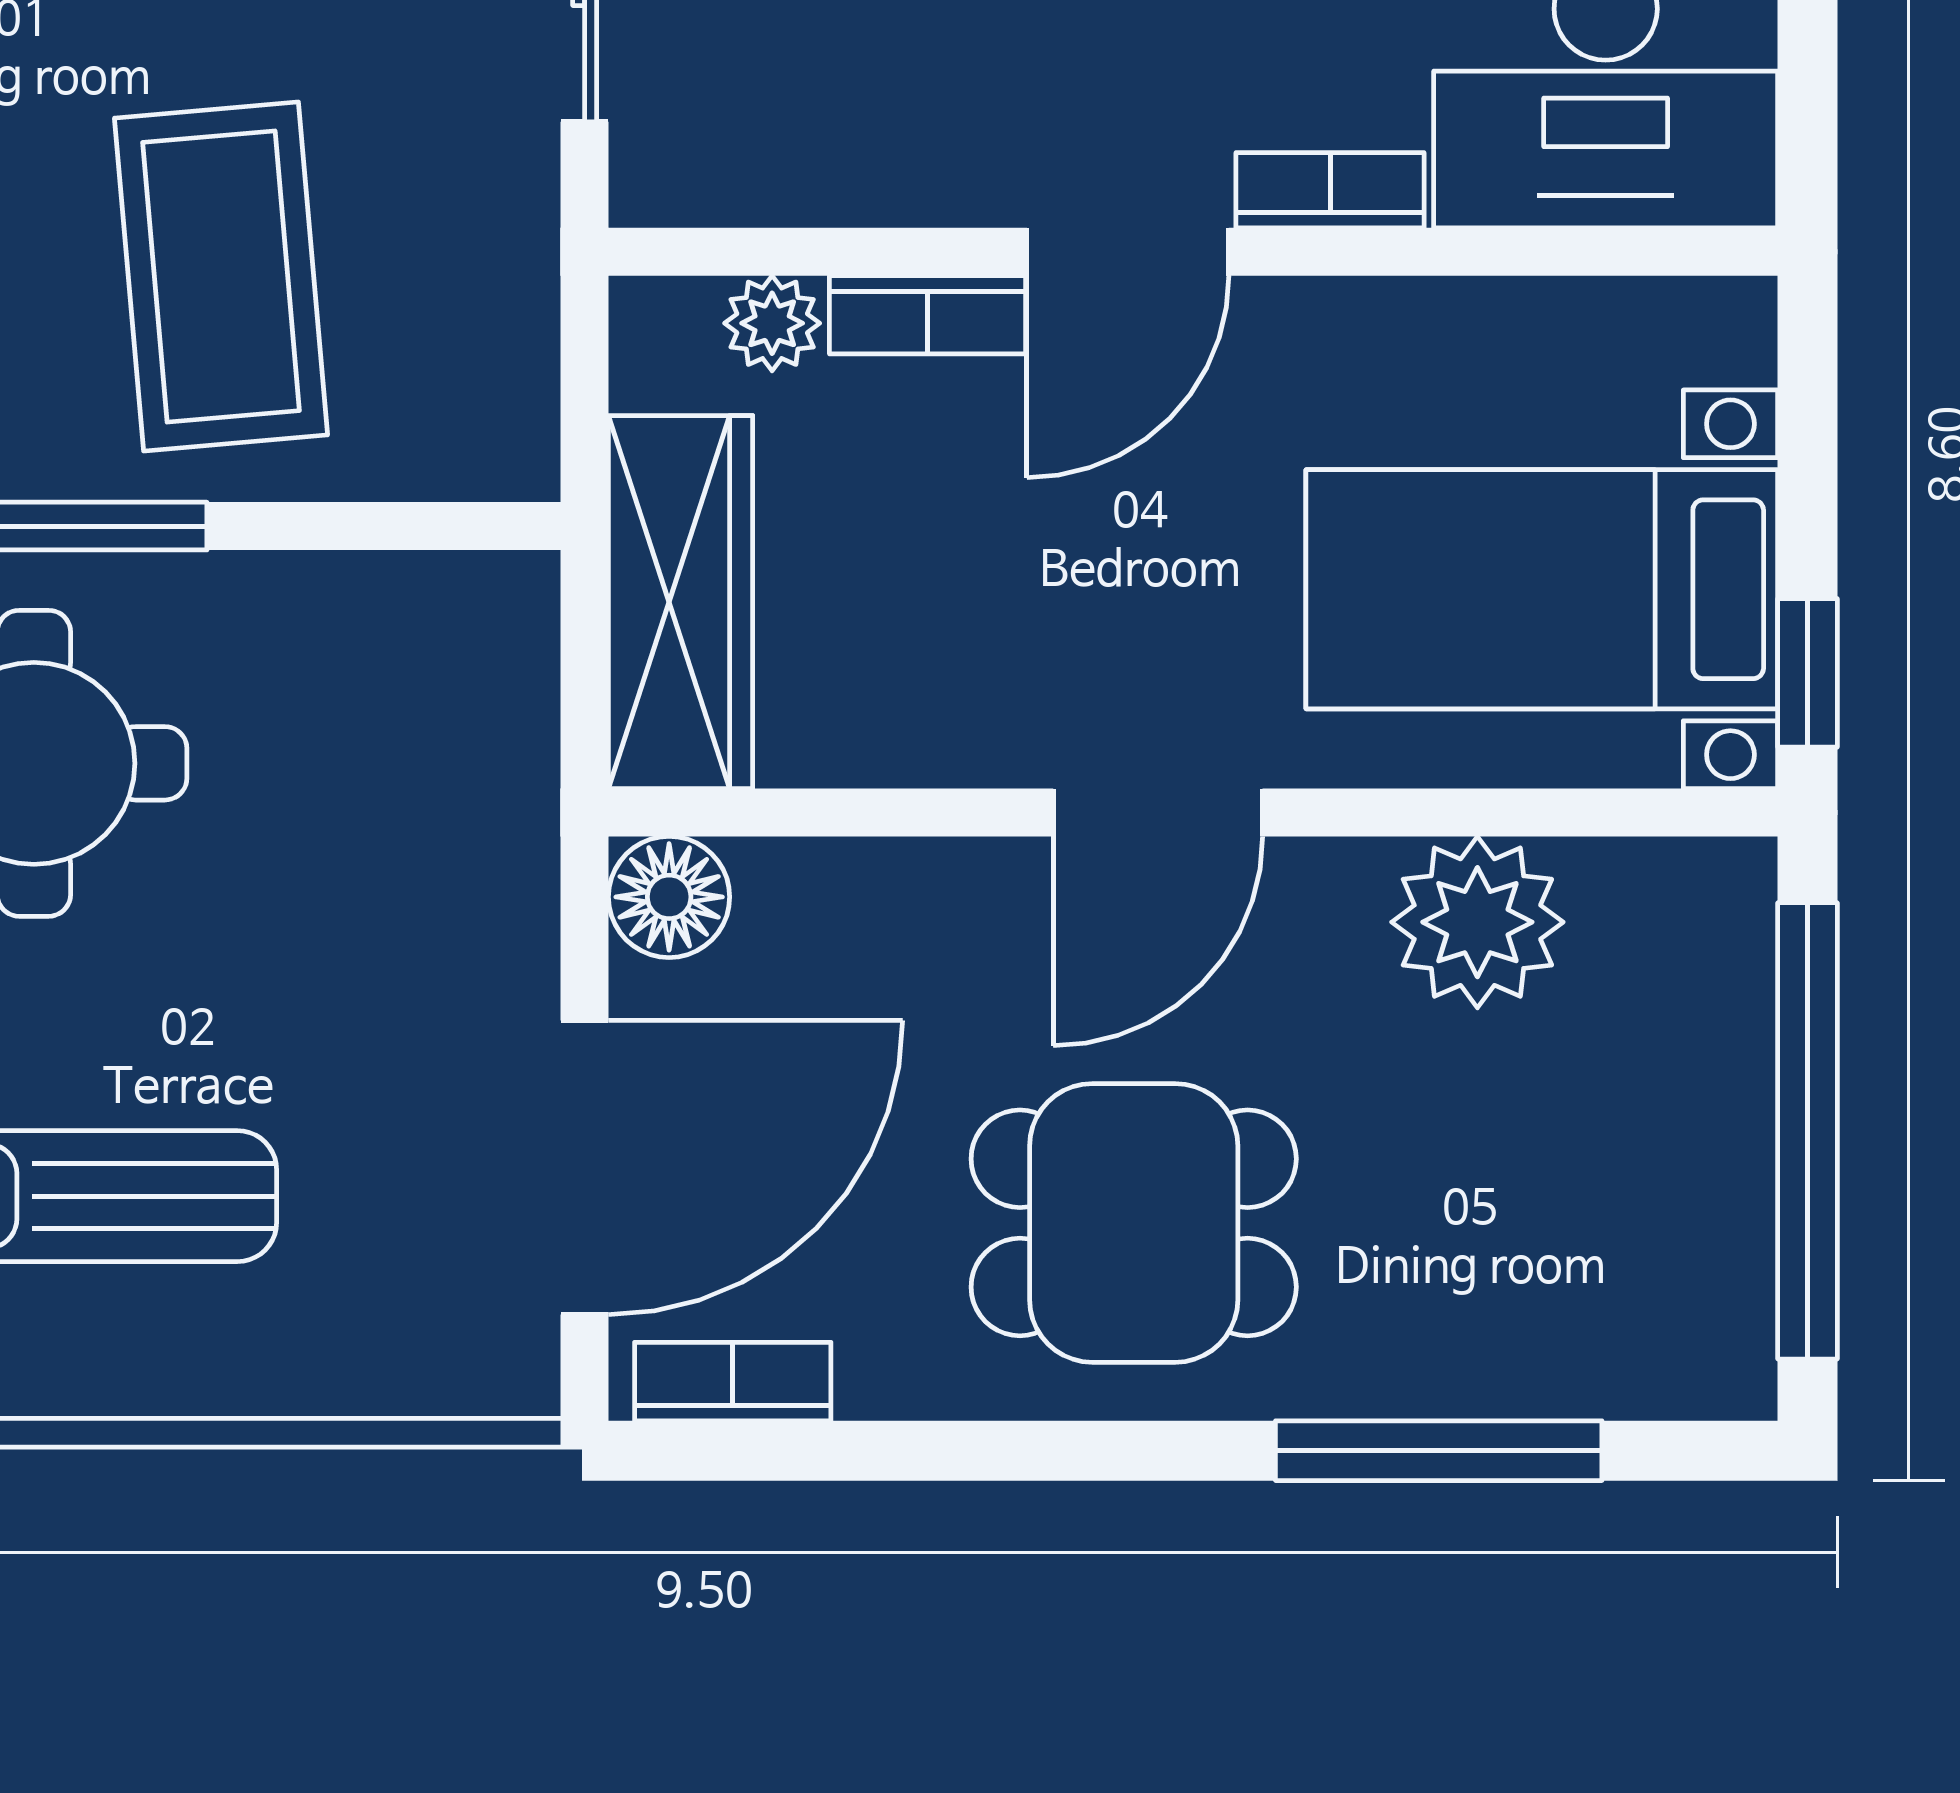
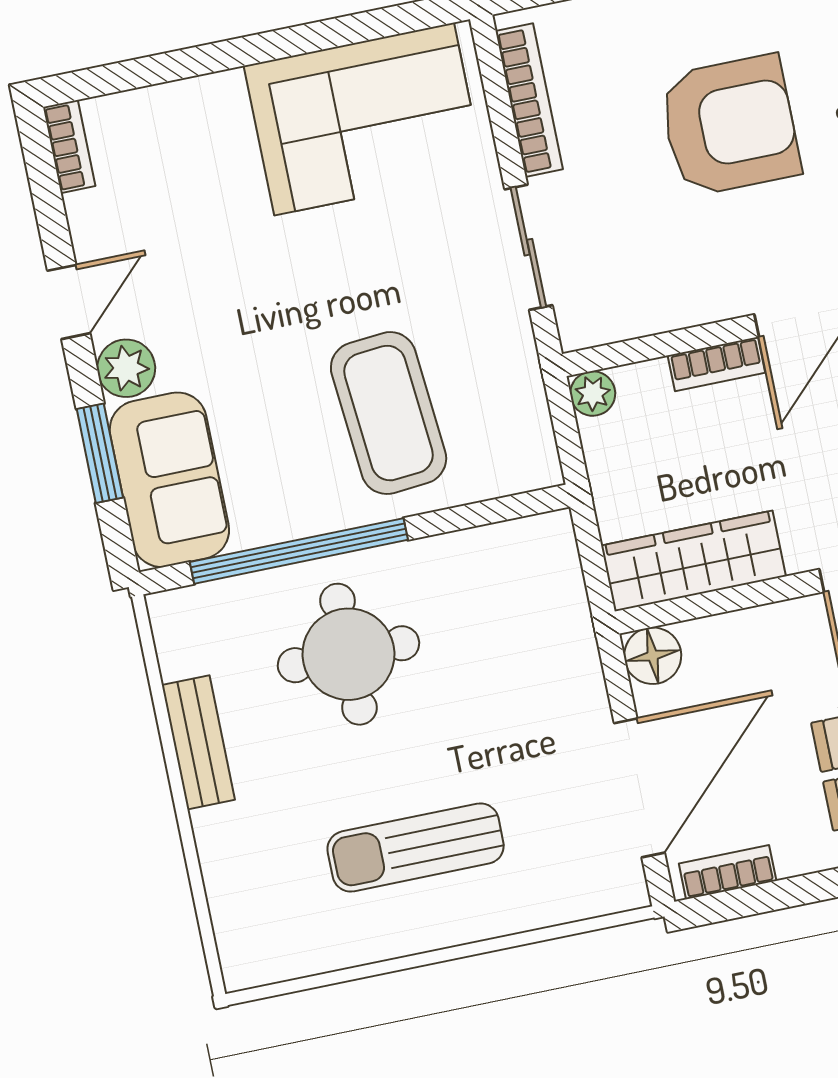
plant: (772, 323) -> (593, 394), moved
wardrobe: (681, 602) -> (693, 561), moved, turned -90

